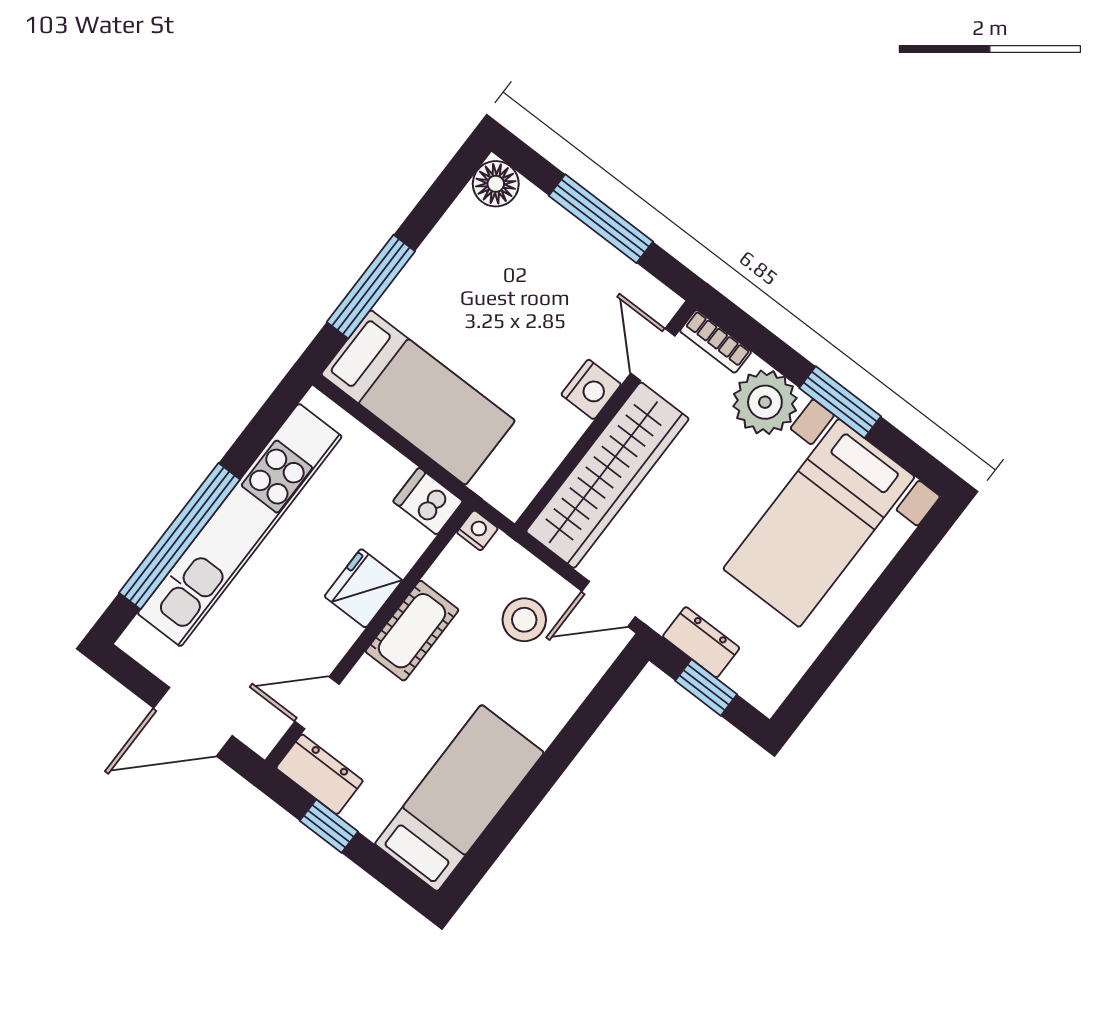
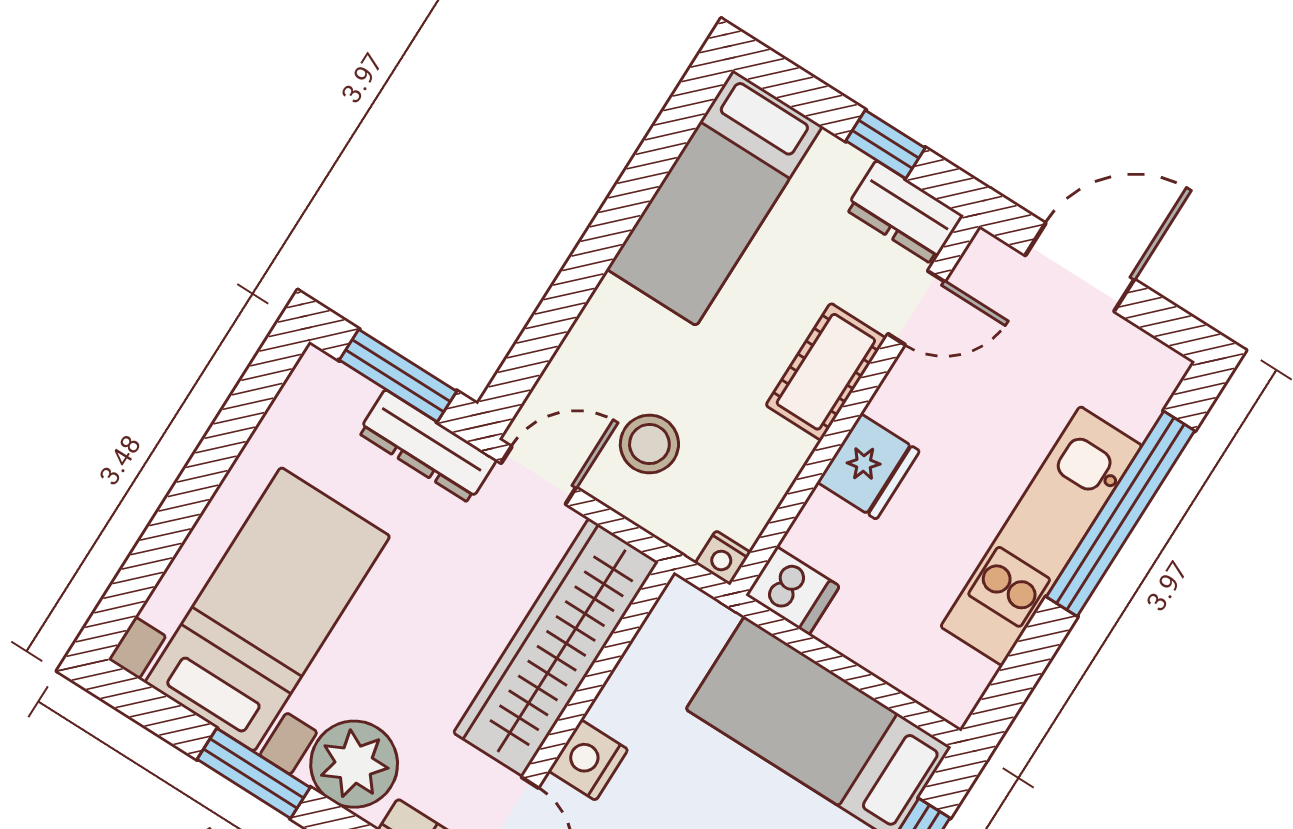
kitchen unit: (240, 525) -> (1041, 536), width x0.73
cot: (412, 631) -> (826, 372), moved
dresser: (701, 642) -> (427, 446), width x1.44
window: (706, 688) -> (398, 376), width x1.50

